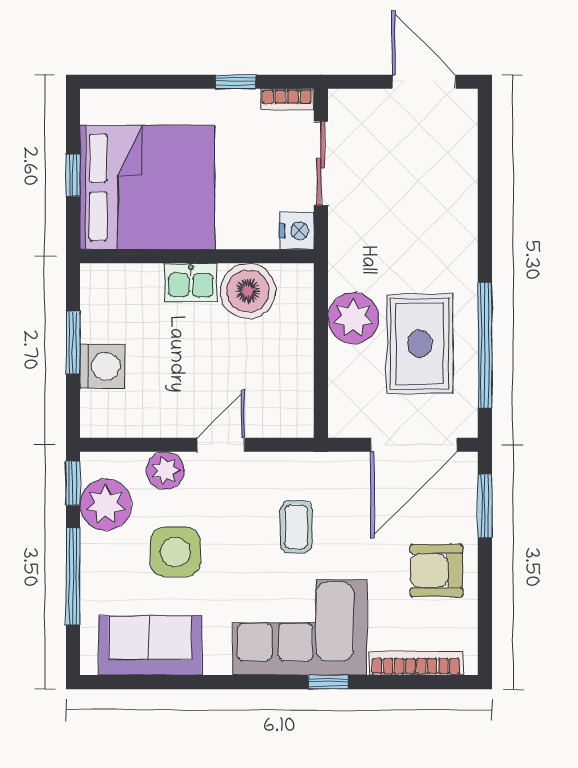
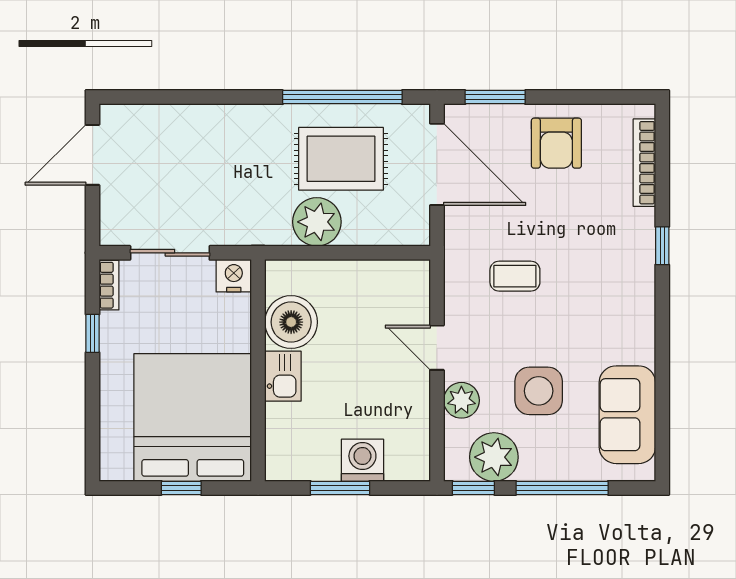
corner sofa: (300, 627) -> (610, 273), removed

